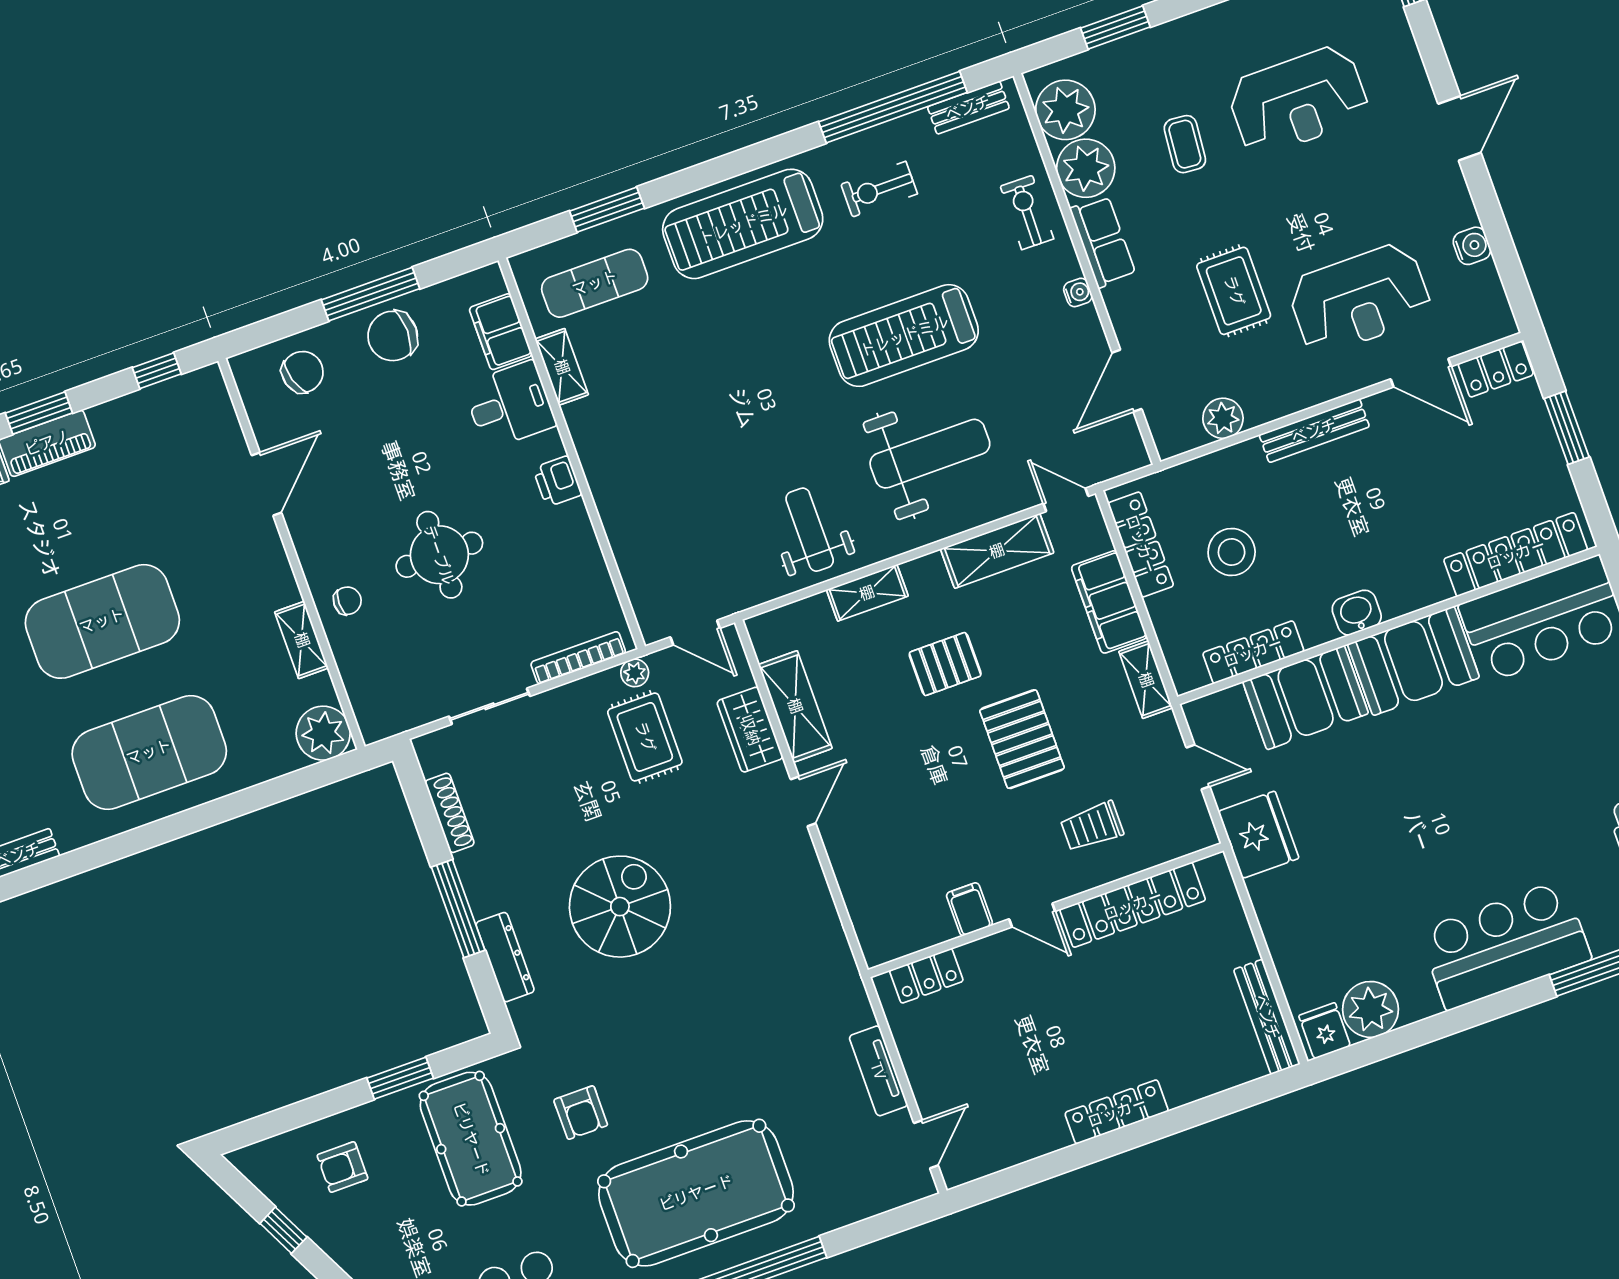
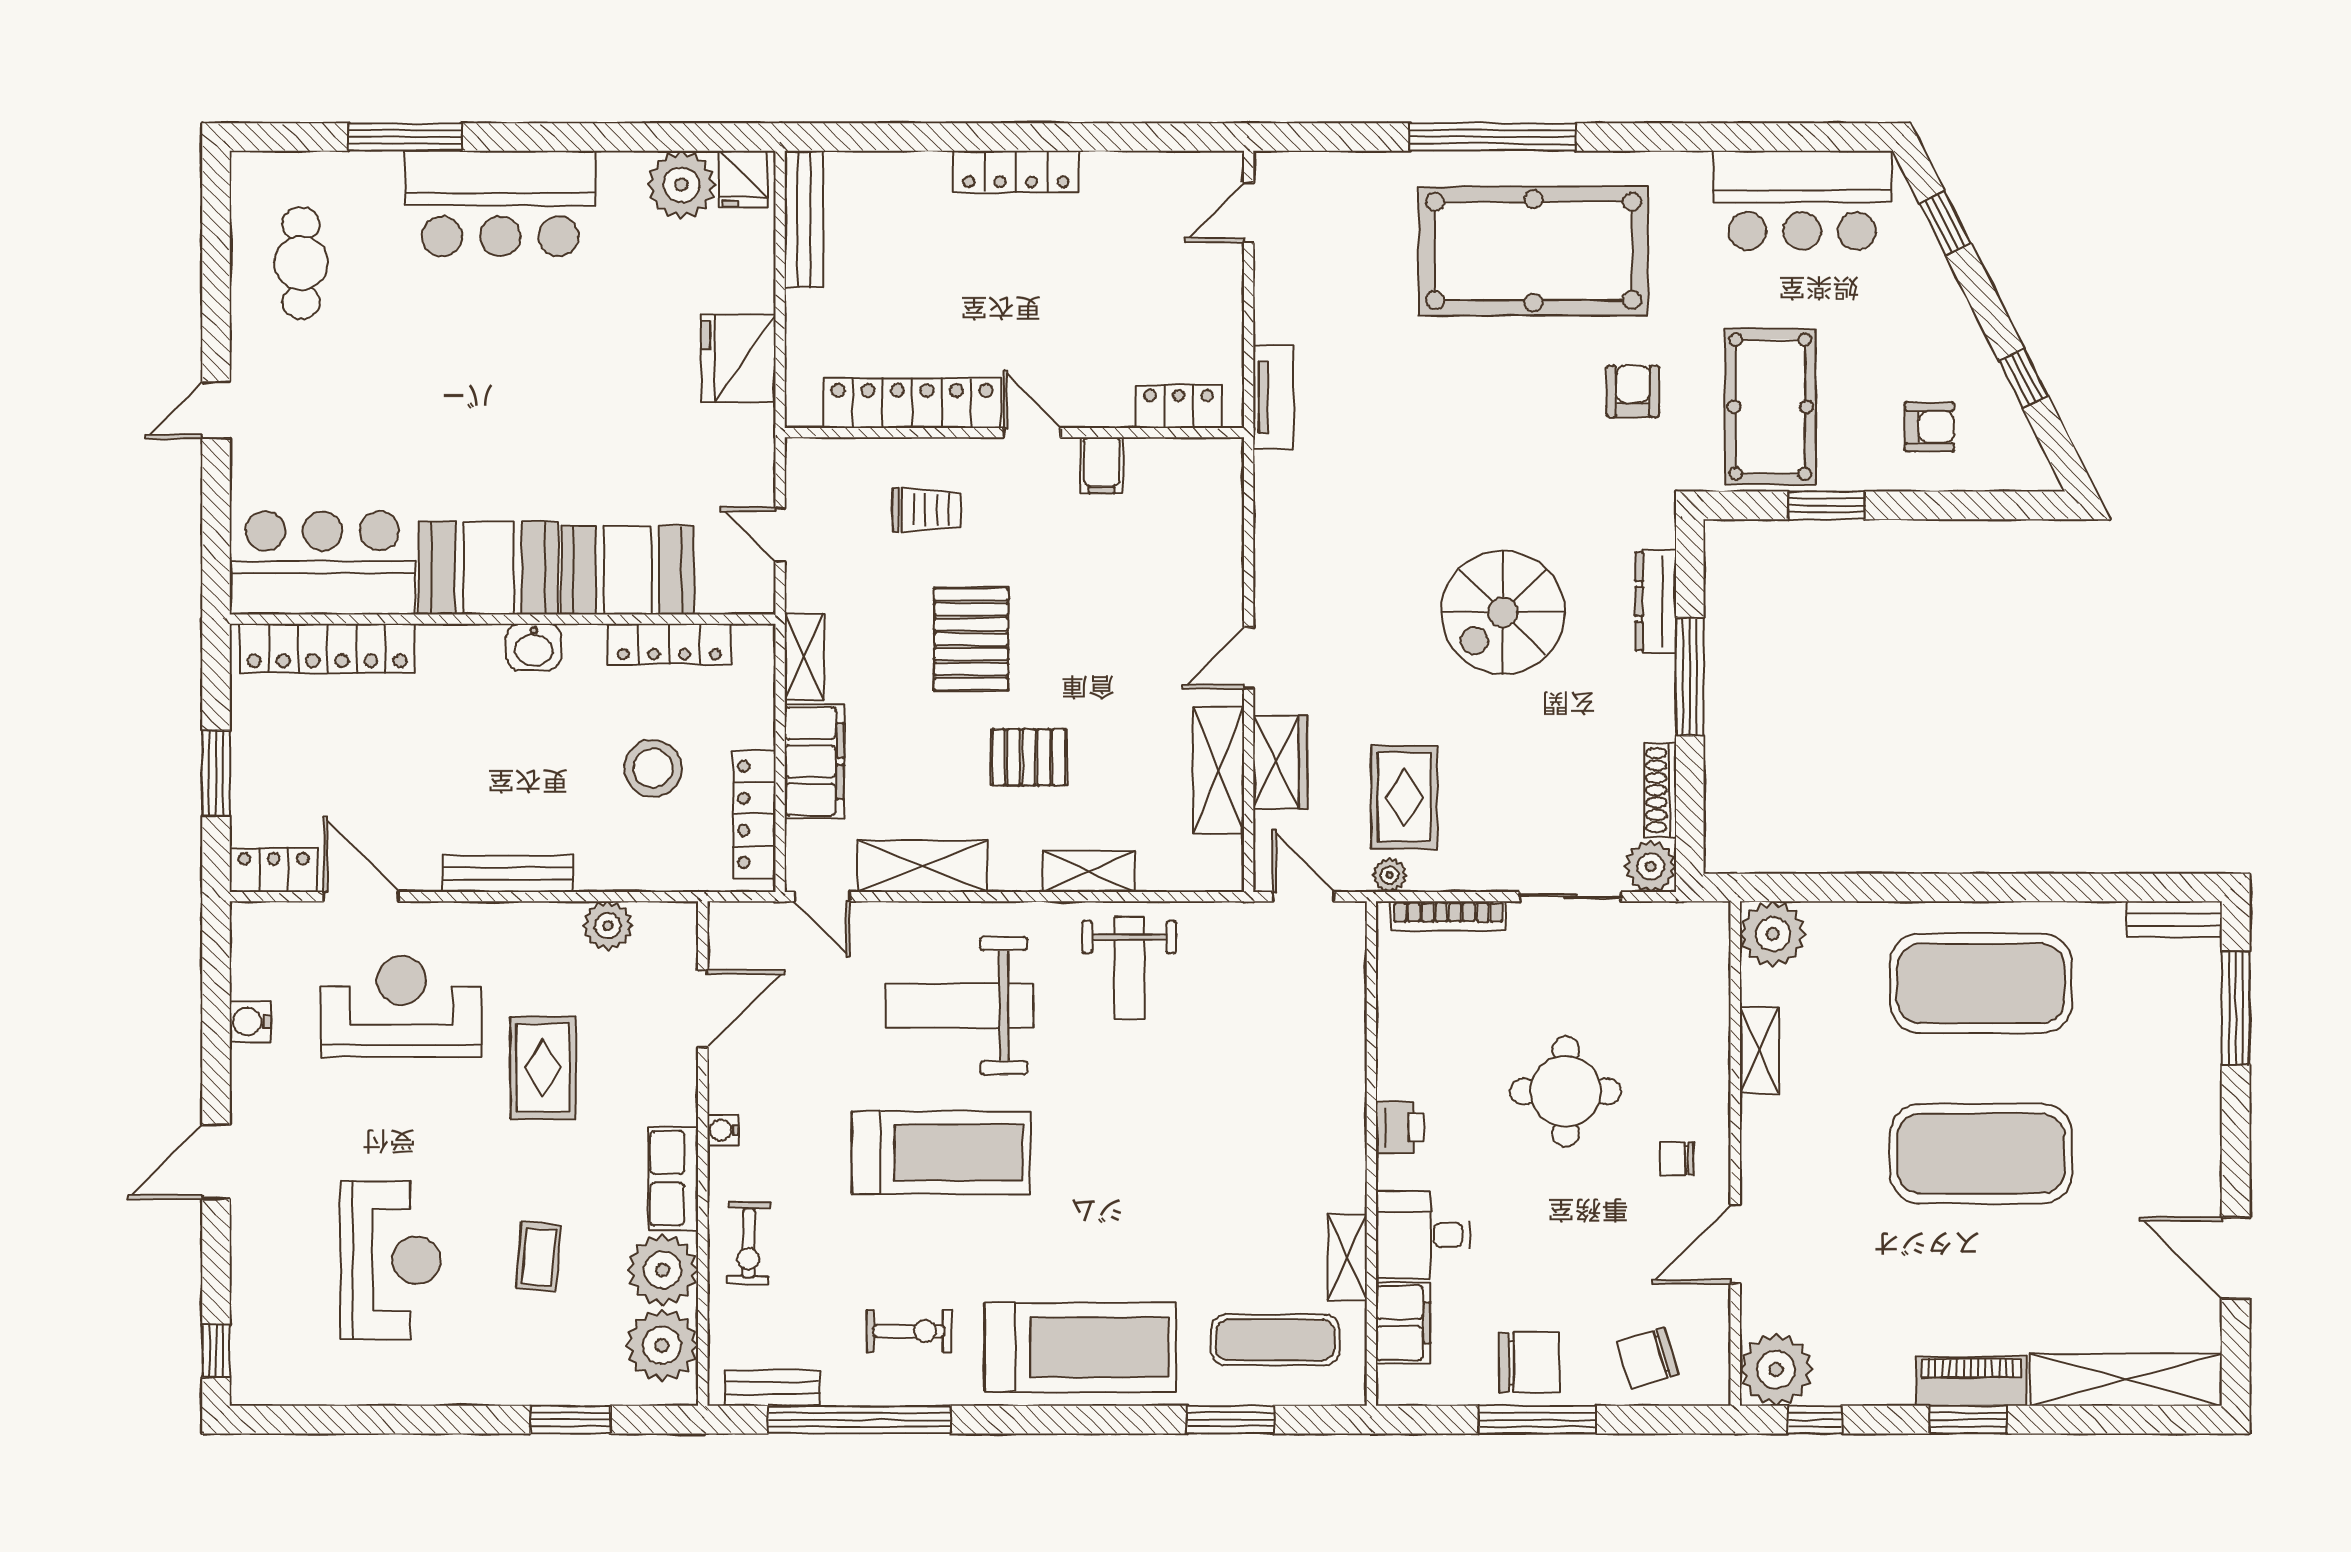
reception desk: (1298, 101) -> (390, 1260), turned 90
plant: (200, 399) -> (1776, 1370), added
chair: (347, 601) -> (1677, 1159), moved
plant: (436, 752) -> (1651, 866), added
fridge: (1259, 835) -> (738, 358), moved
tv unit: (878, 1071) -> (1273, 397), moved

